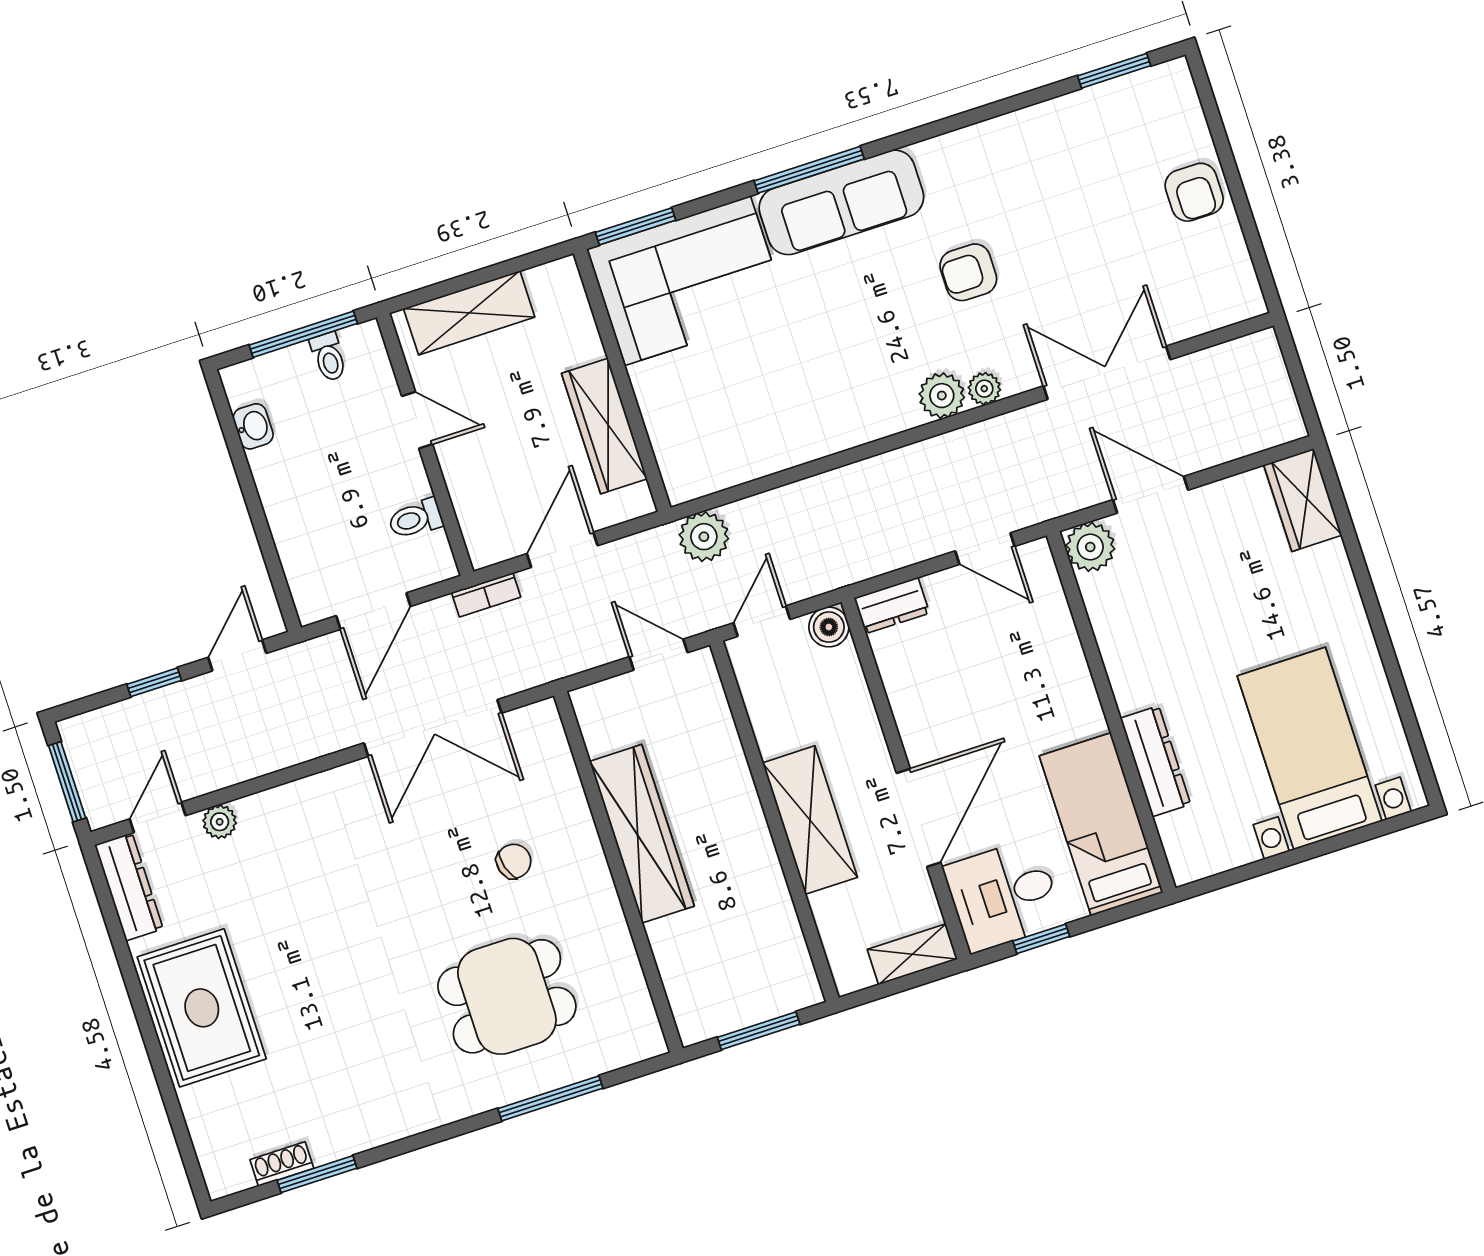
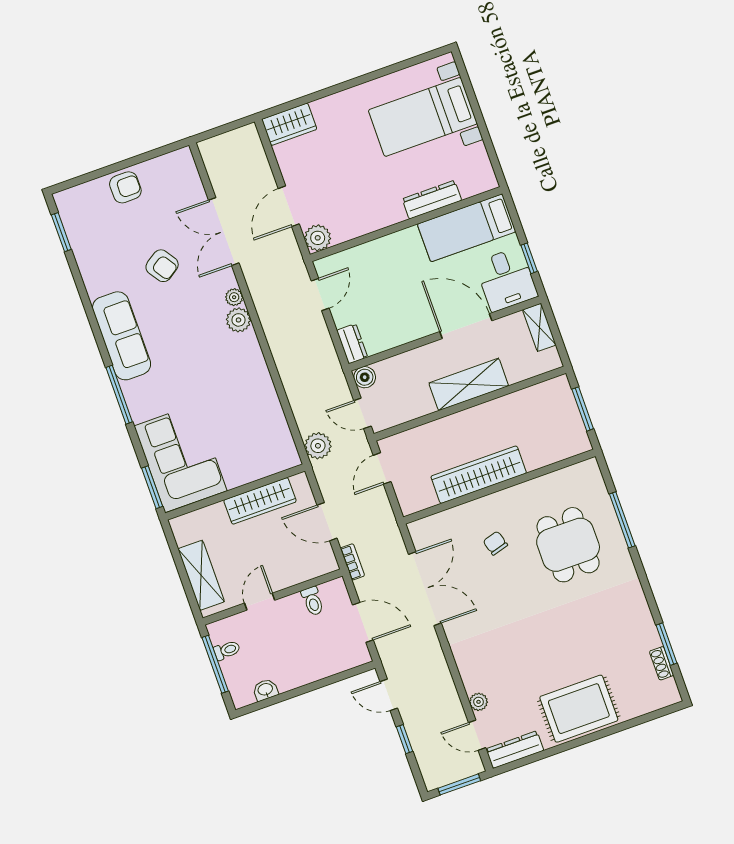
sofa: (841, 202) -> (122, 336), moved
armchair: (968, 272) -> (162, 266), moved, turned -34

